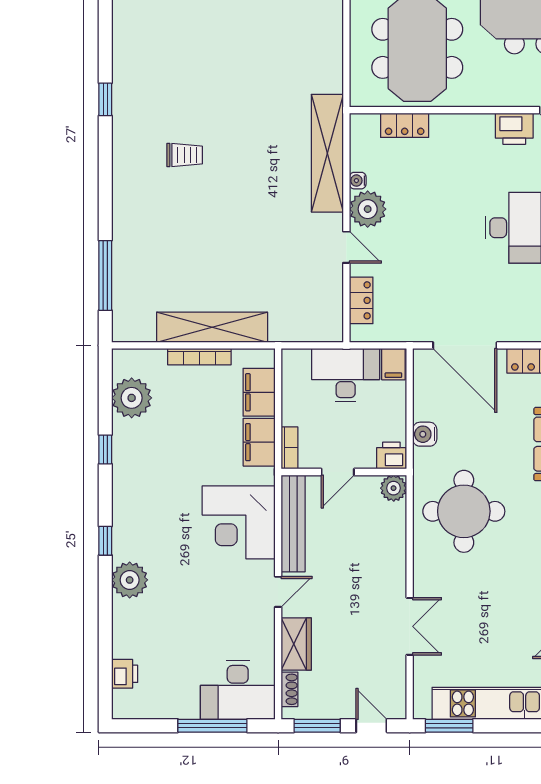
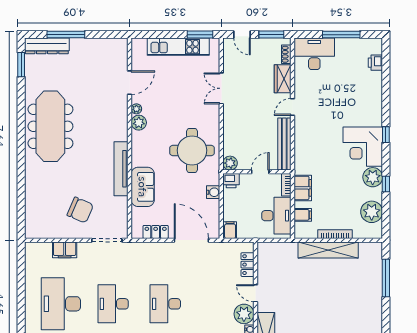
desk: (346, 375) -> (276, 216), moved, turned -90
filing cabinet: (259, 392) -> (303, 215), width x0.50
corner desk: (239, 522) -> (363, 147), moved, turned 180
plant: (130, 580) -> (373, 177), moved
window: (212, 726) -> (341, 35), moved

